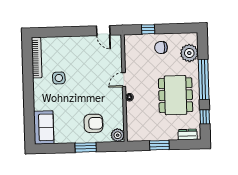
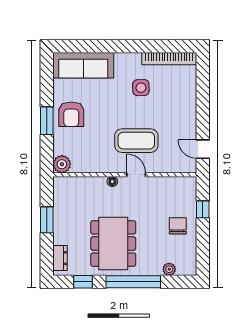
door: (103, 31) -> (203, 149), hinge flipped
plant: (189, 53) -> (169, 269), width x0.53, depth x0.53
coffee table: (98, 80) -> (136, 141), added
dining table: (176, 95) -> (113, 243), turned 90
armchair: (93, 123) -> (71, 114), moved
sofa: (44, 127) -> (83, 65), width x1.36

